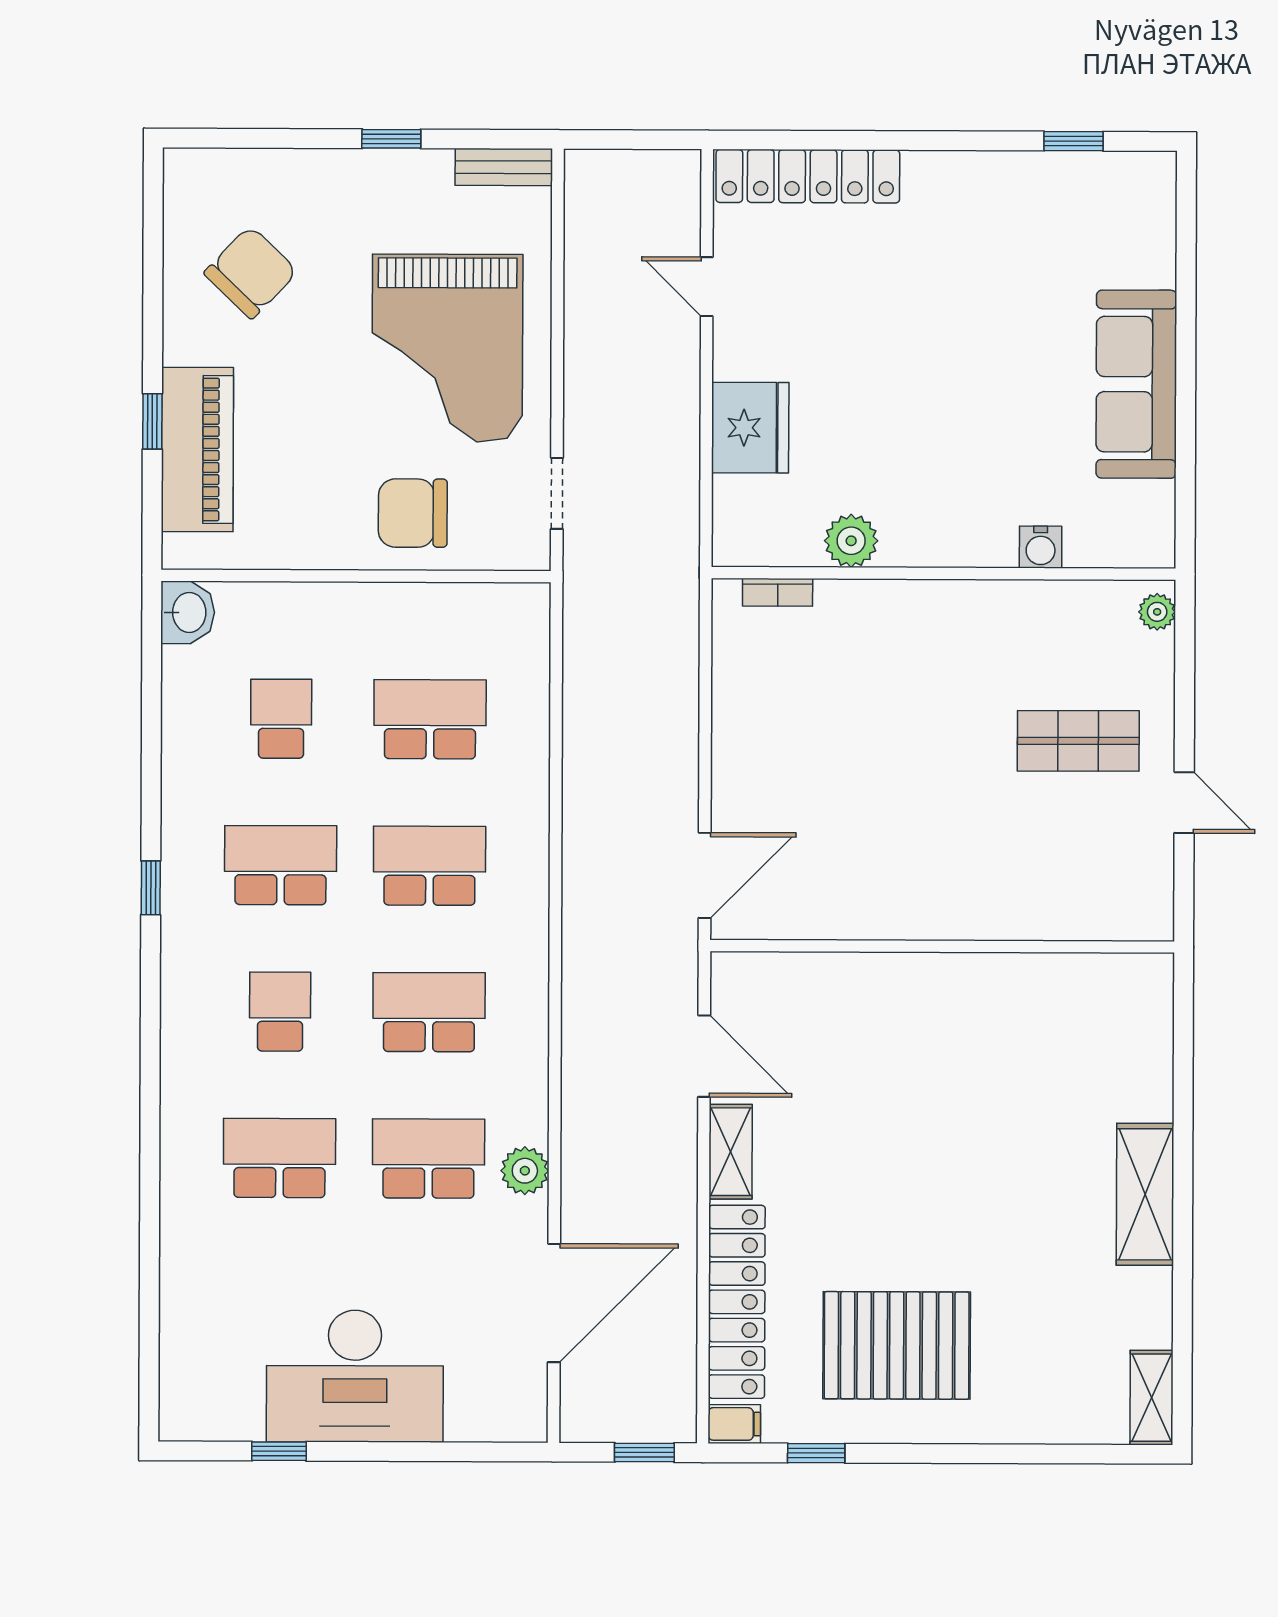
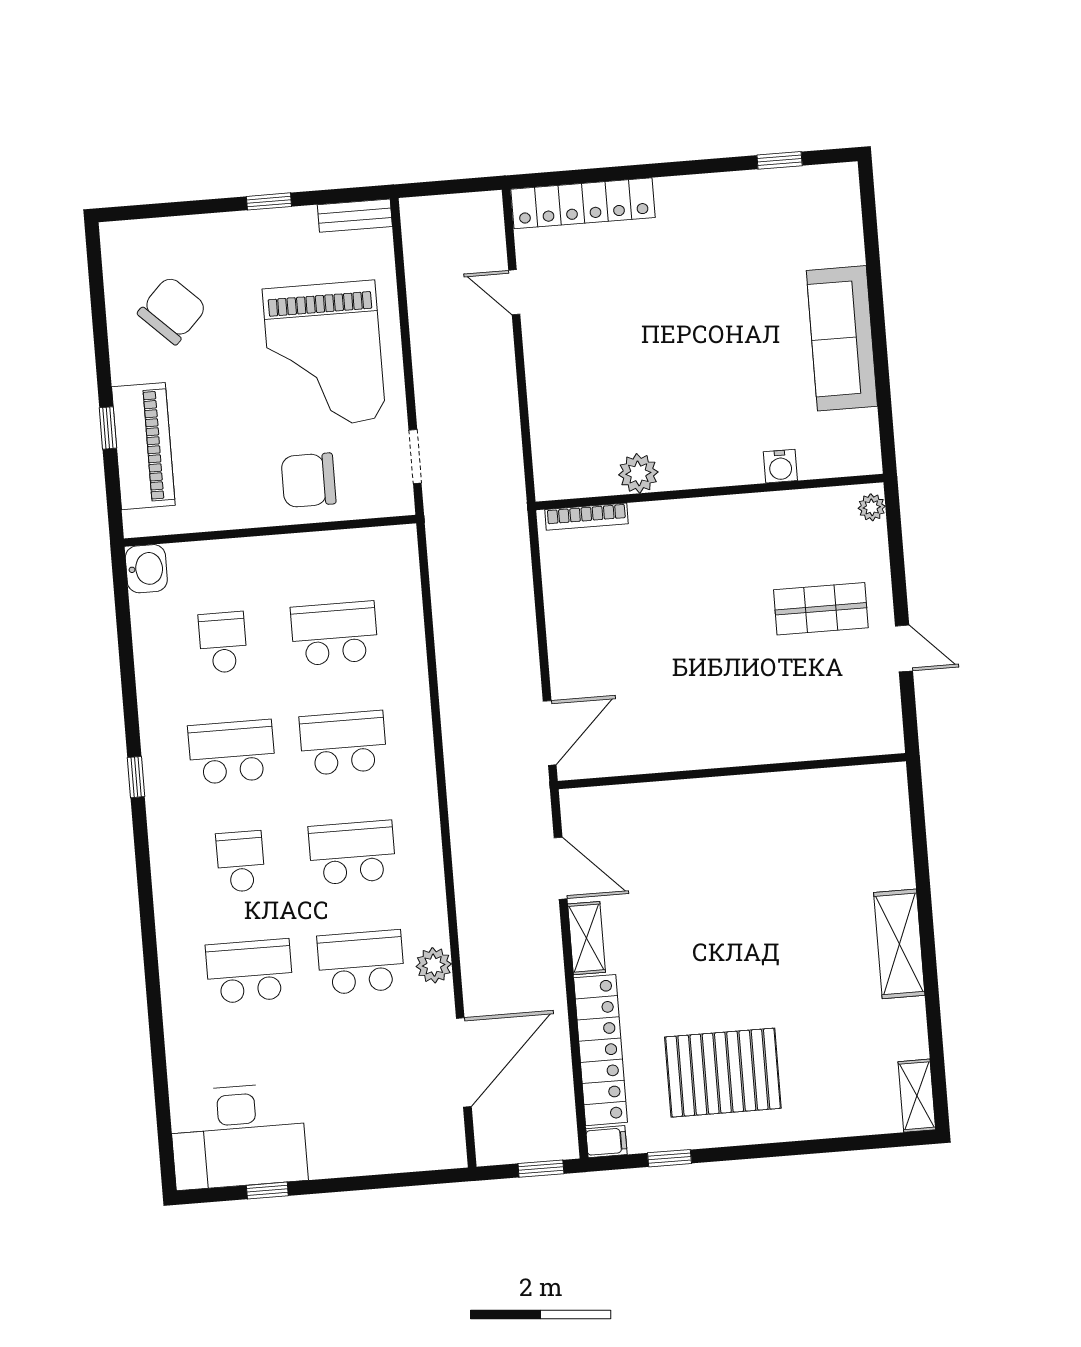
fridge: (750, 428) -> (556, 395), removed
bookcase: (778, 592) -> (586, 517), width x1.56
desk: (355, 1376) -> (238, 1136), moved

